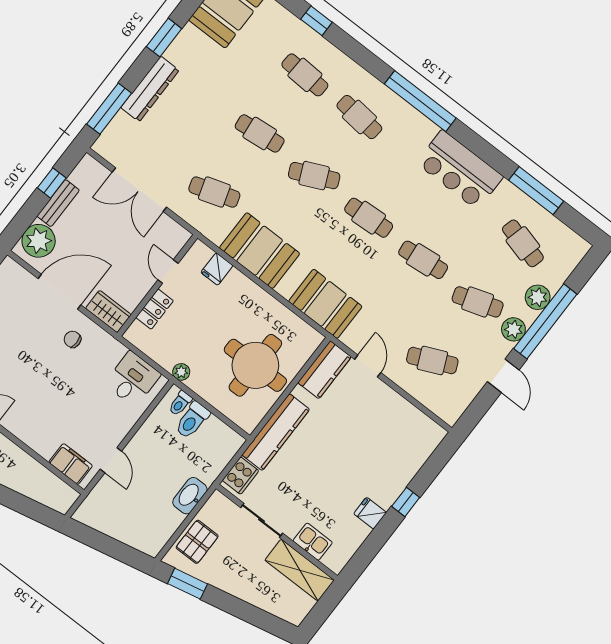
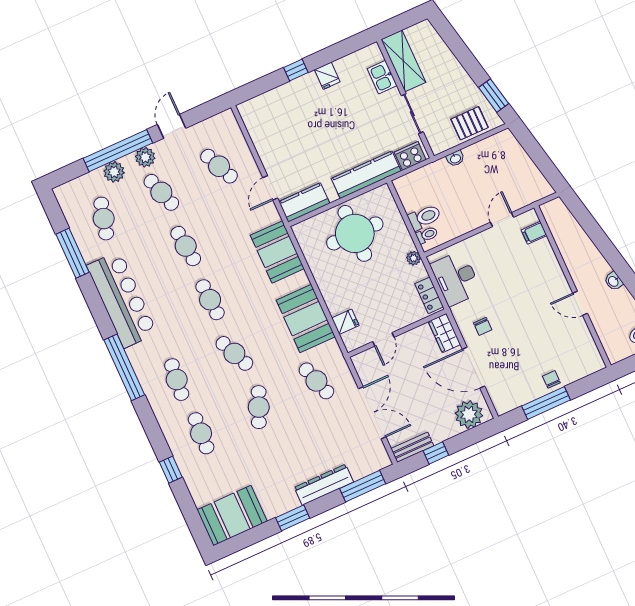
cafe table: (260, 133) -> (259, 407), turned 30
bar counter: (460, 170) -> (122, 299), width x1.36
bench: (58, 203) -> (412, 447), moved
locker: (155, 309) -> (429, 295), moved, turned -90
desk: (133, 379) -> (456, 278), width x1.37
filing cabinet: (71, 464) -> (534, 233), width x0.50
washbasin: (190, 496) -> (455, 158), width x0.52, depth x0.69

